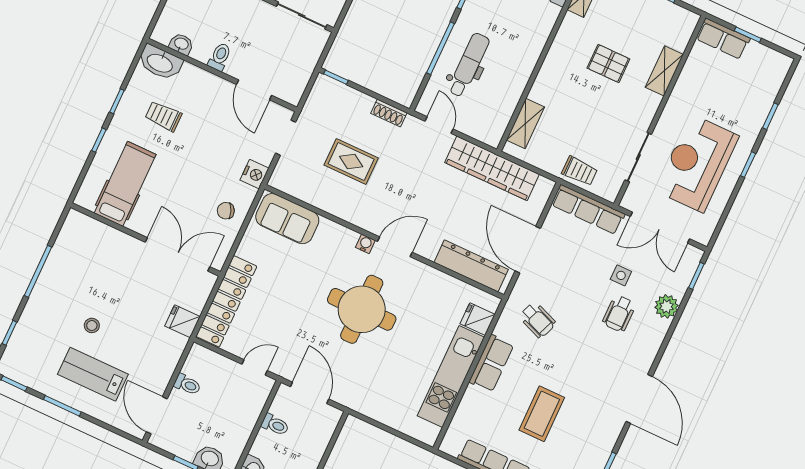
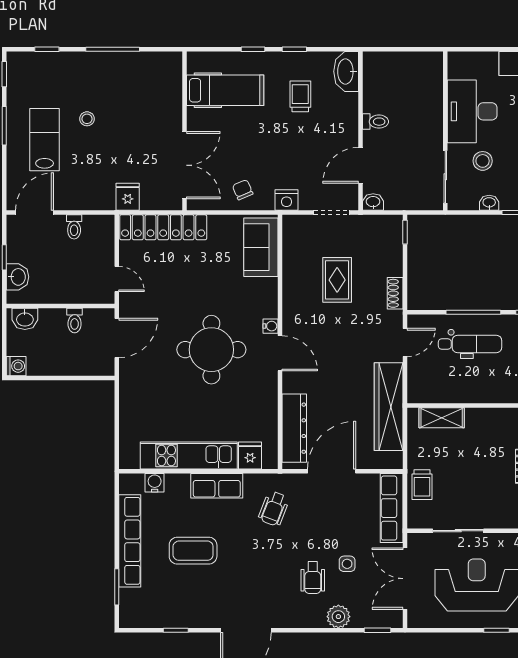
washbasin: (181, 44) -> (373, 202), moved, turned -90
wheelchair: (619, 314) -> (313, 578), turned -90
water cooler: (462, 420) -> (155, 483), added

